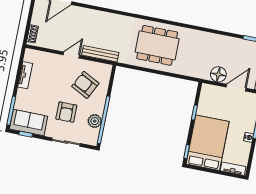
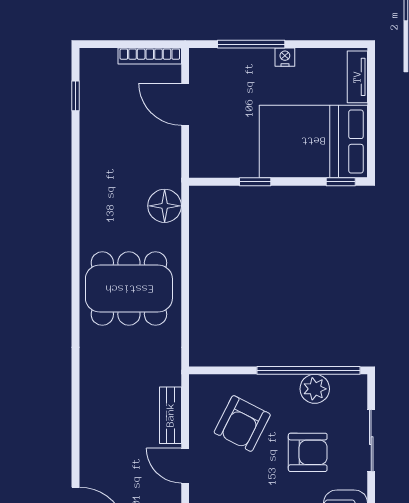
dining table: (157, 45) -> (129, 289), turned 90
bench: (100, 54) -> (170, 415), width x0.73
floor lamp: (218, 74) -> (165, 206), moved

